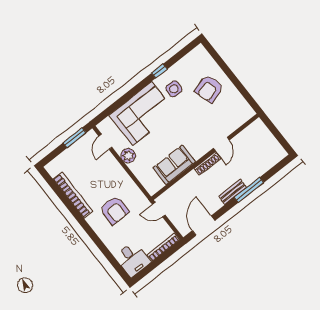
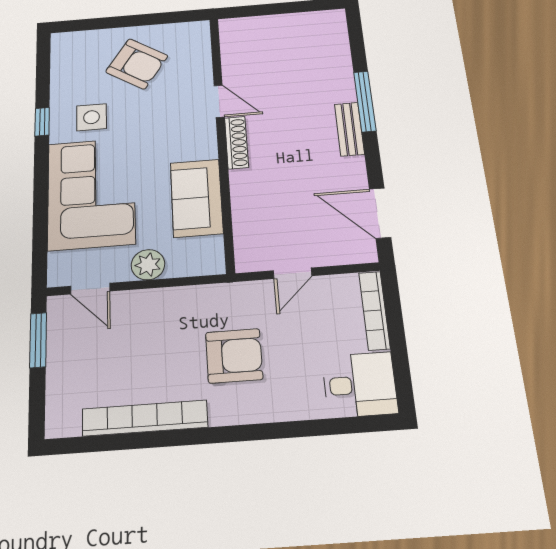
armchair: (209, 89) -> (137, 64), turned -40
door: (221, 144) -> (219, 101), moved
wall: (205, 157) -> (222, 139), moved
shoe rack: (207, 163) -> (237, 143), moved
sofa: (174, 165) -> (197, 198), moved

